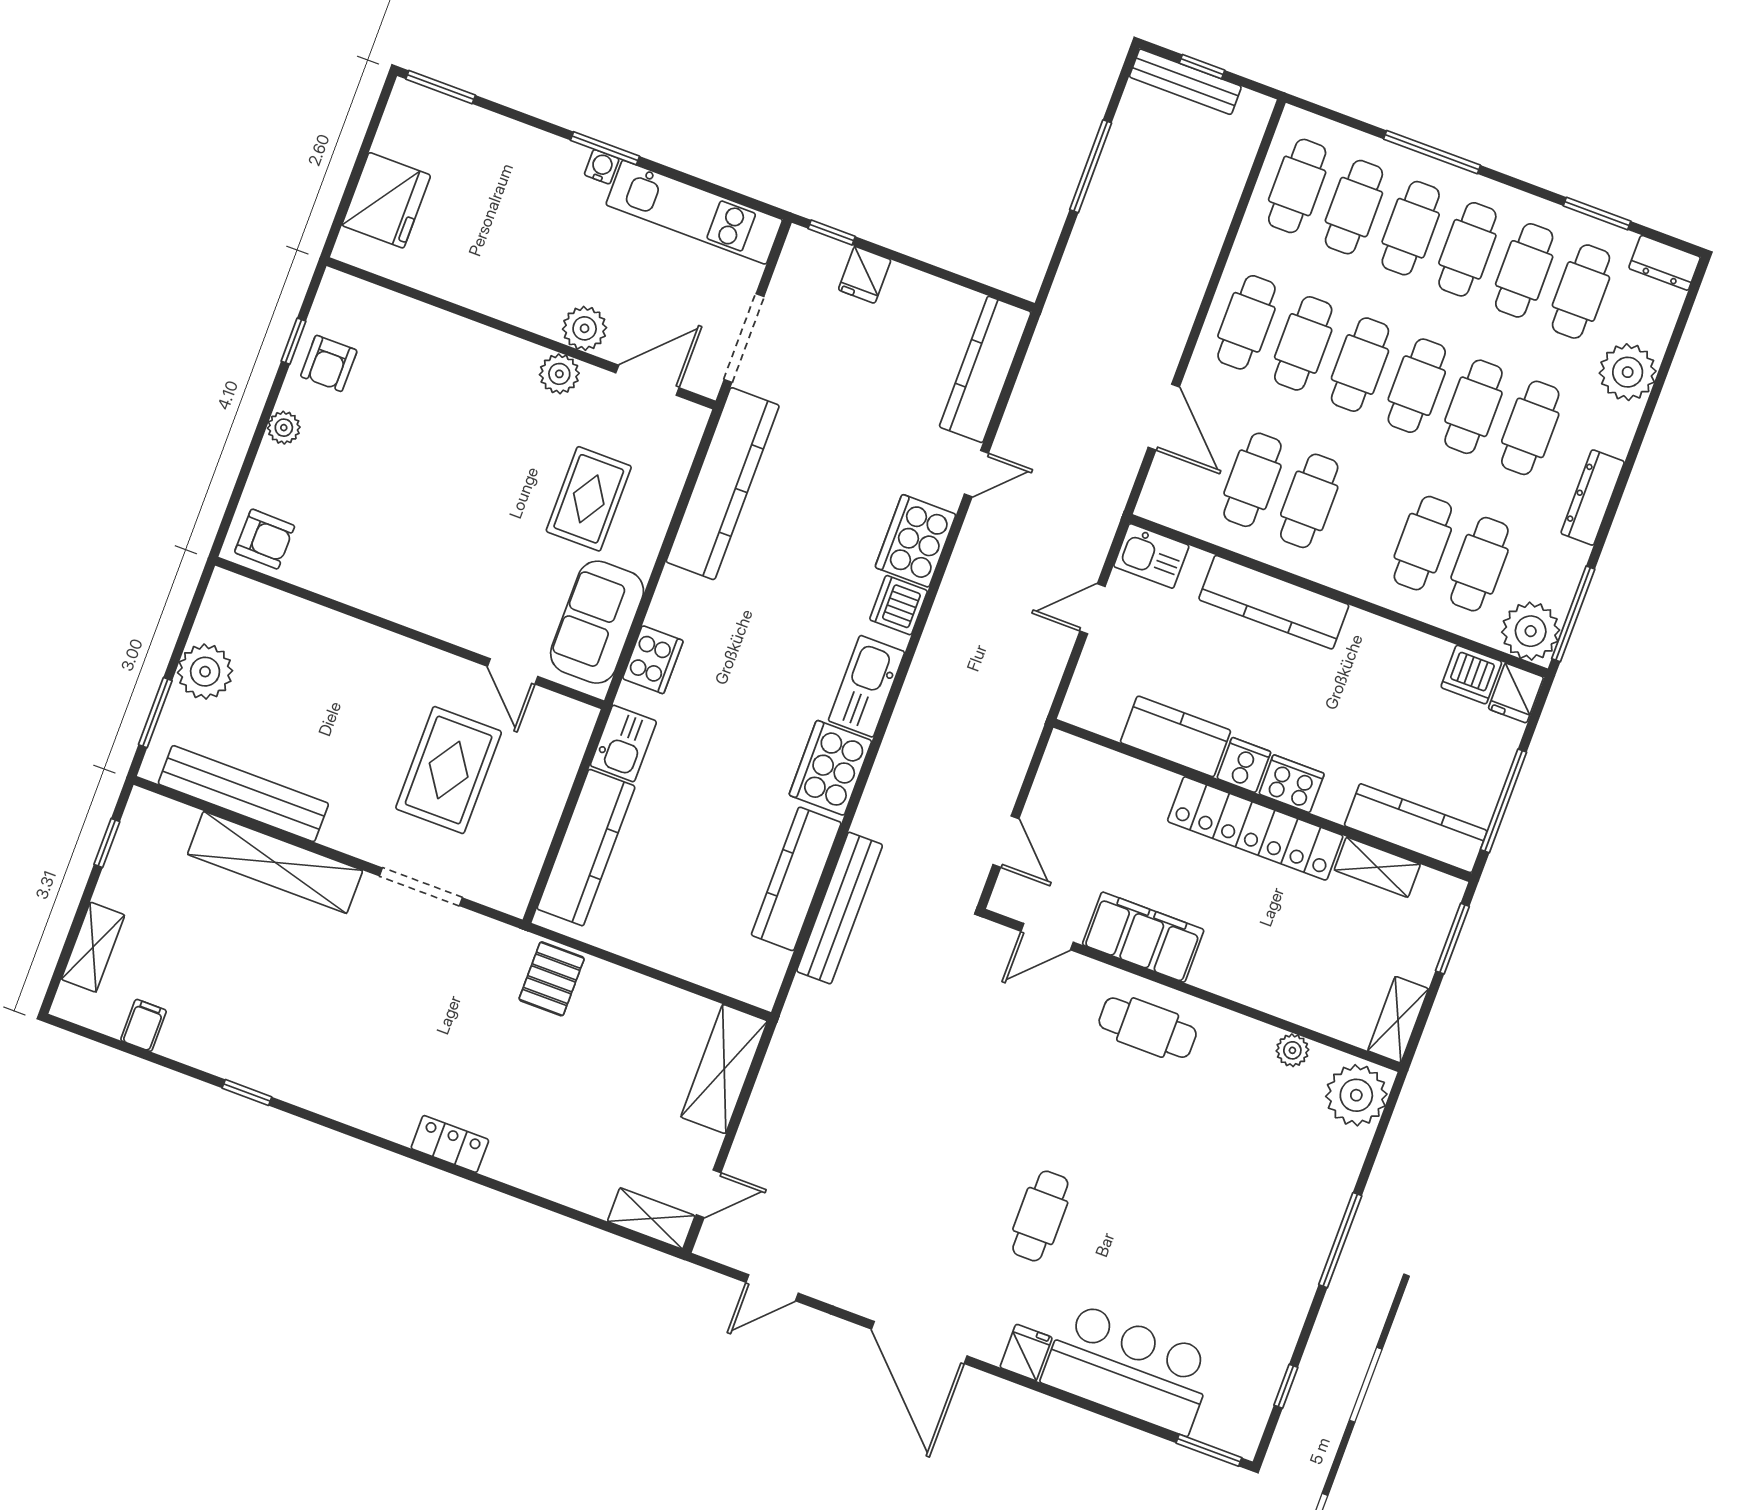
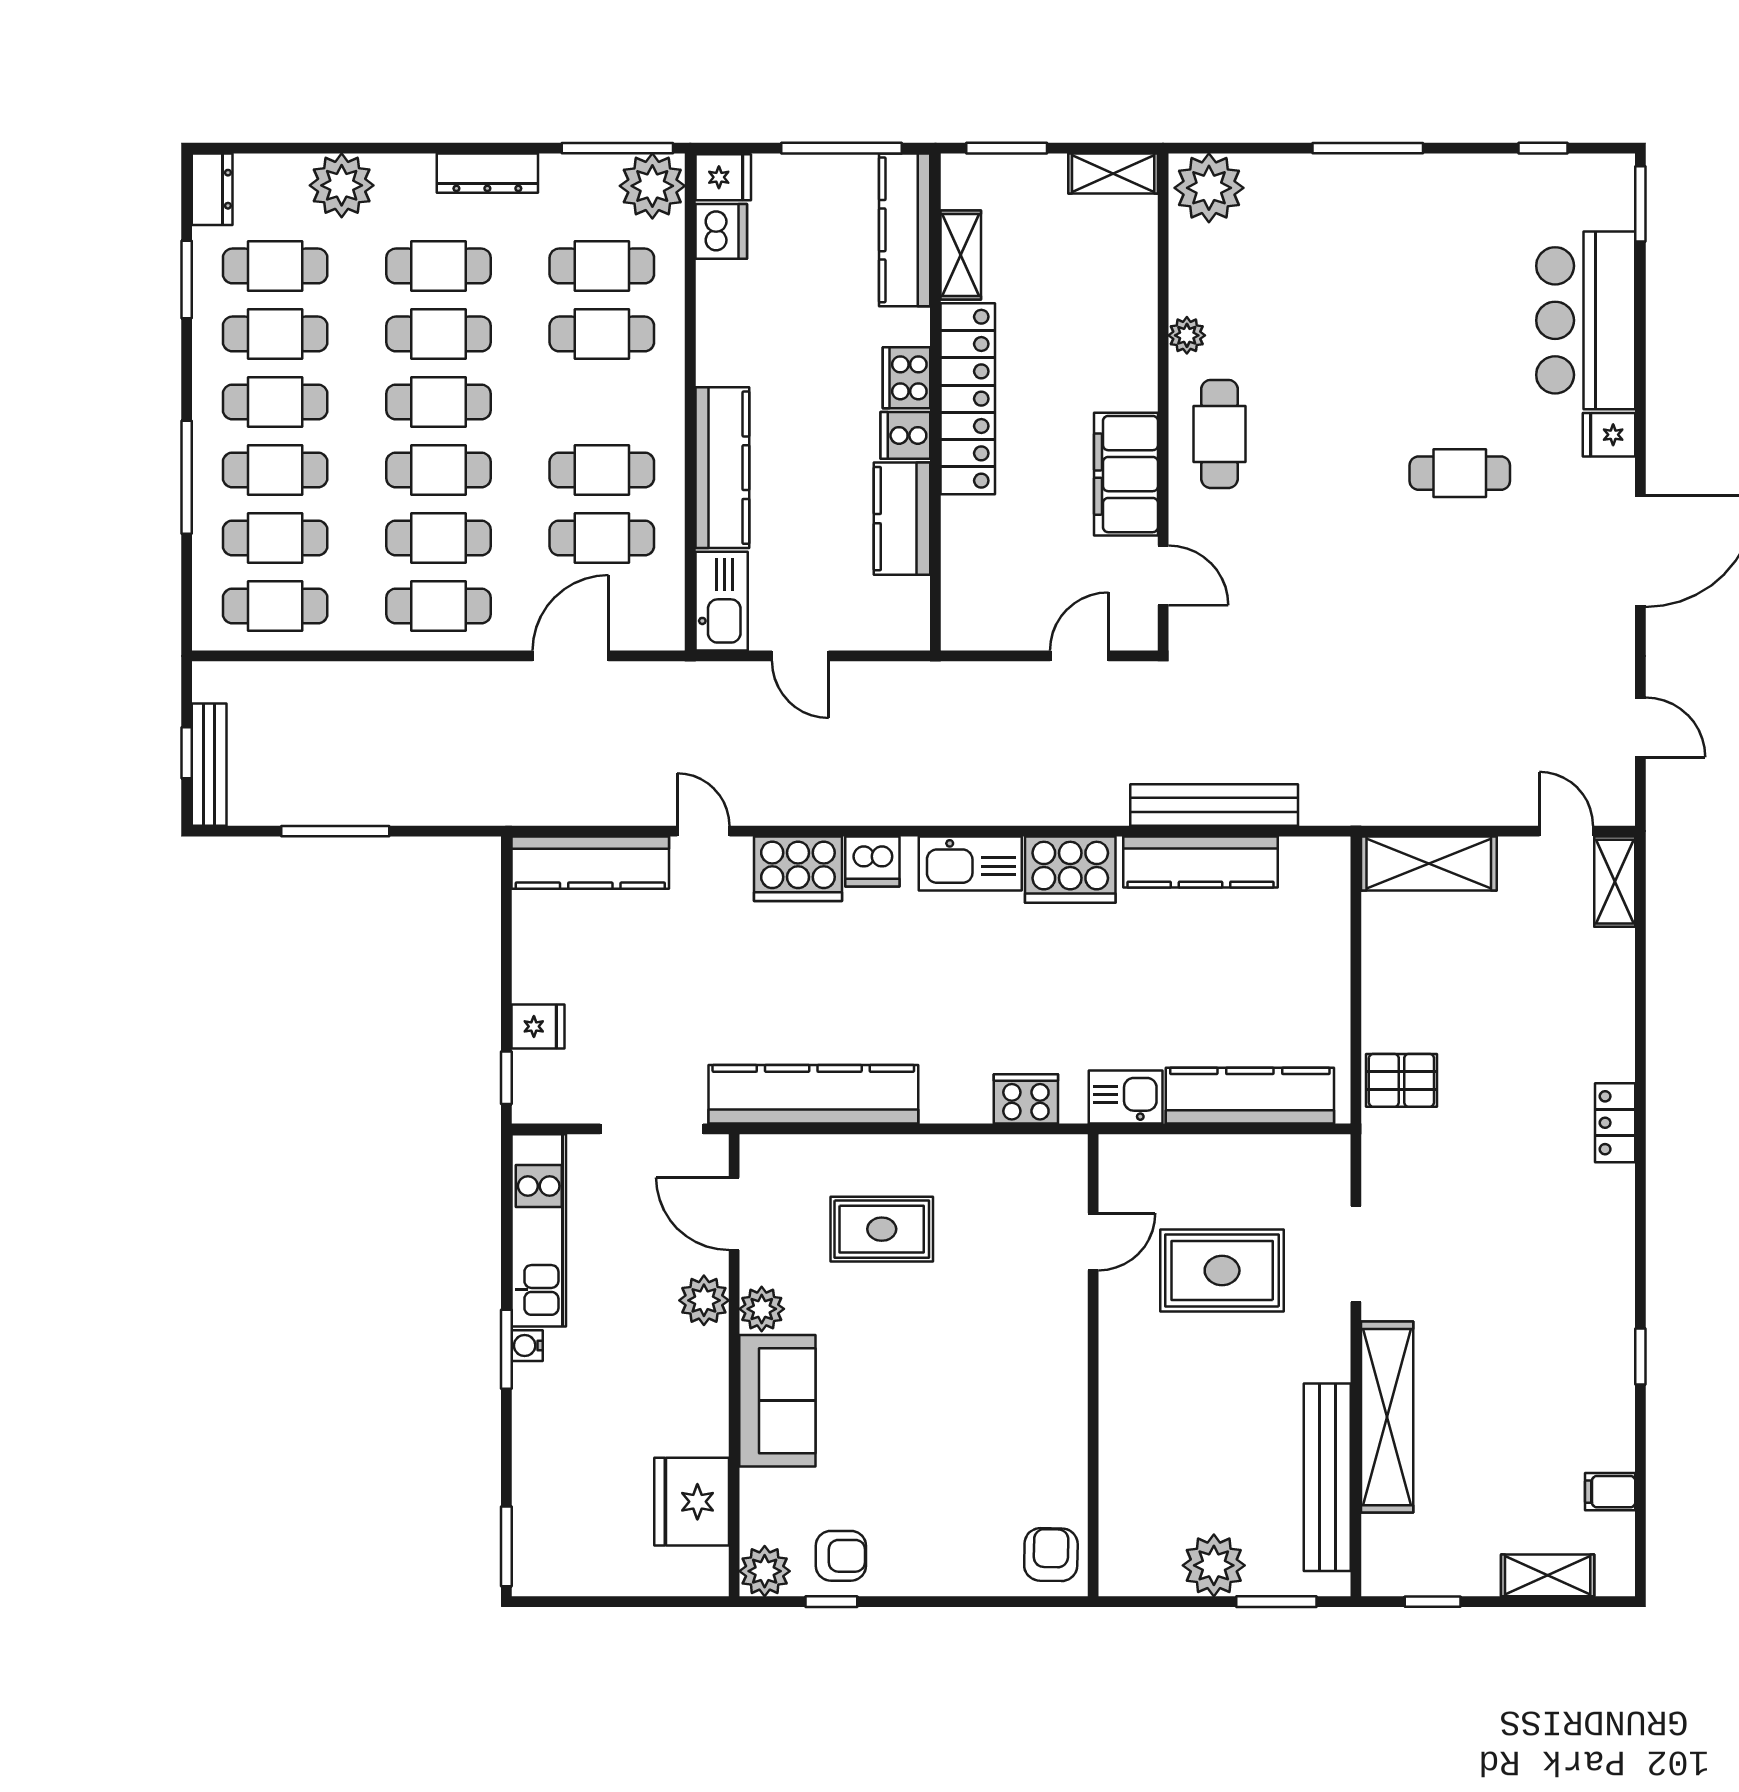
fridge: (386, 200) -> (692, 1502), moved, turned -90
plant: (284, 428) -> (765, 1571), moved, width x1.38, depth x1.38
kitchen sink: (1151, 556) -> (722, 601), width x1.38
sofa: (597, 622) -> (777, 1401), moved, turned -90
plant: (1292, 1050) -> (1187, 335), moved

